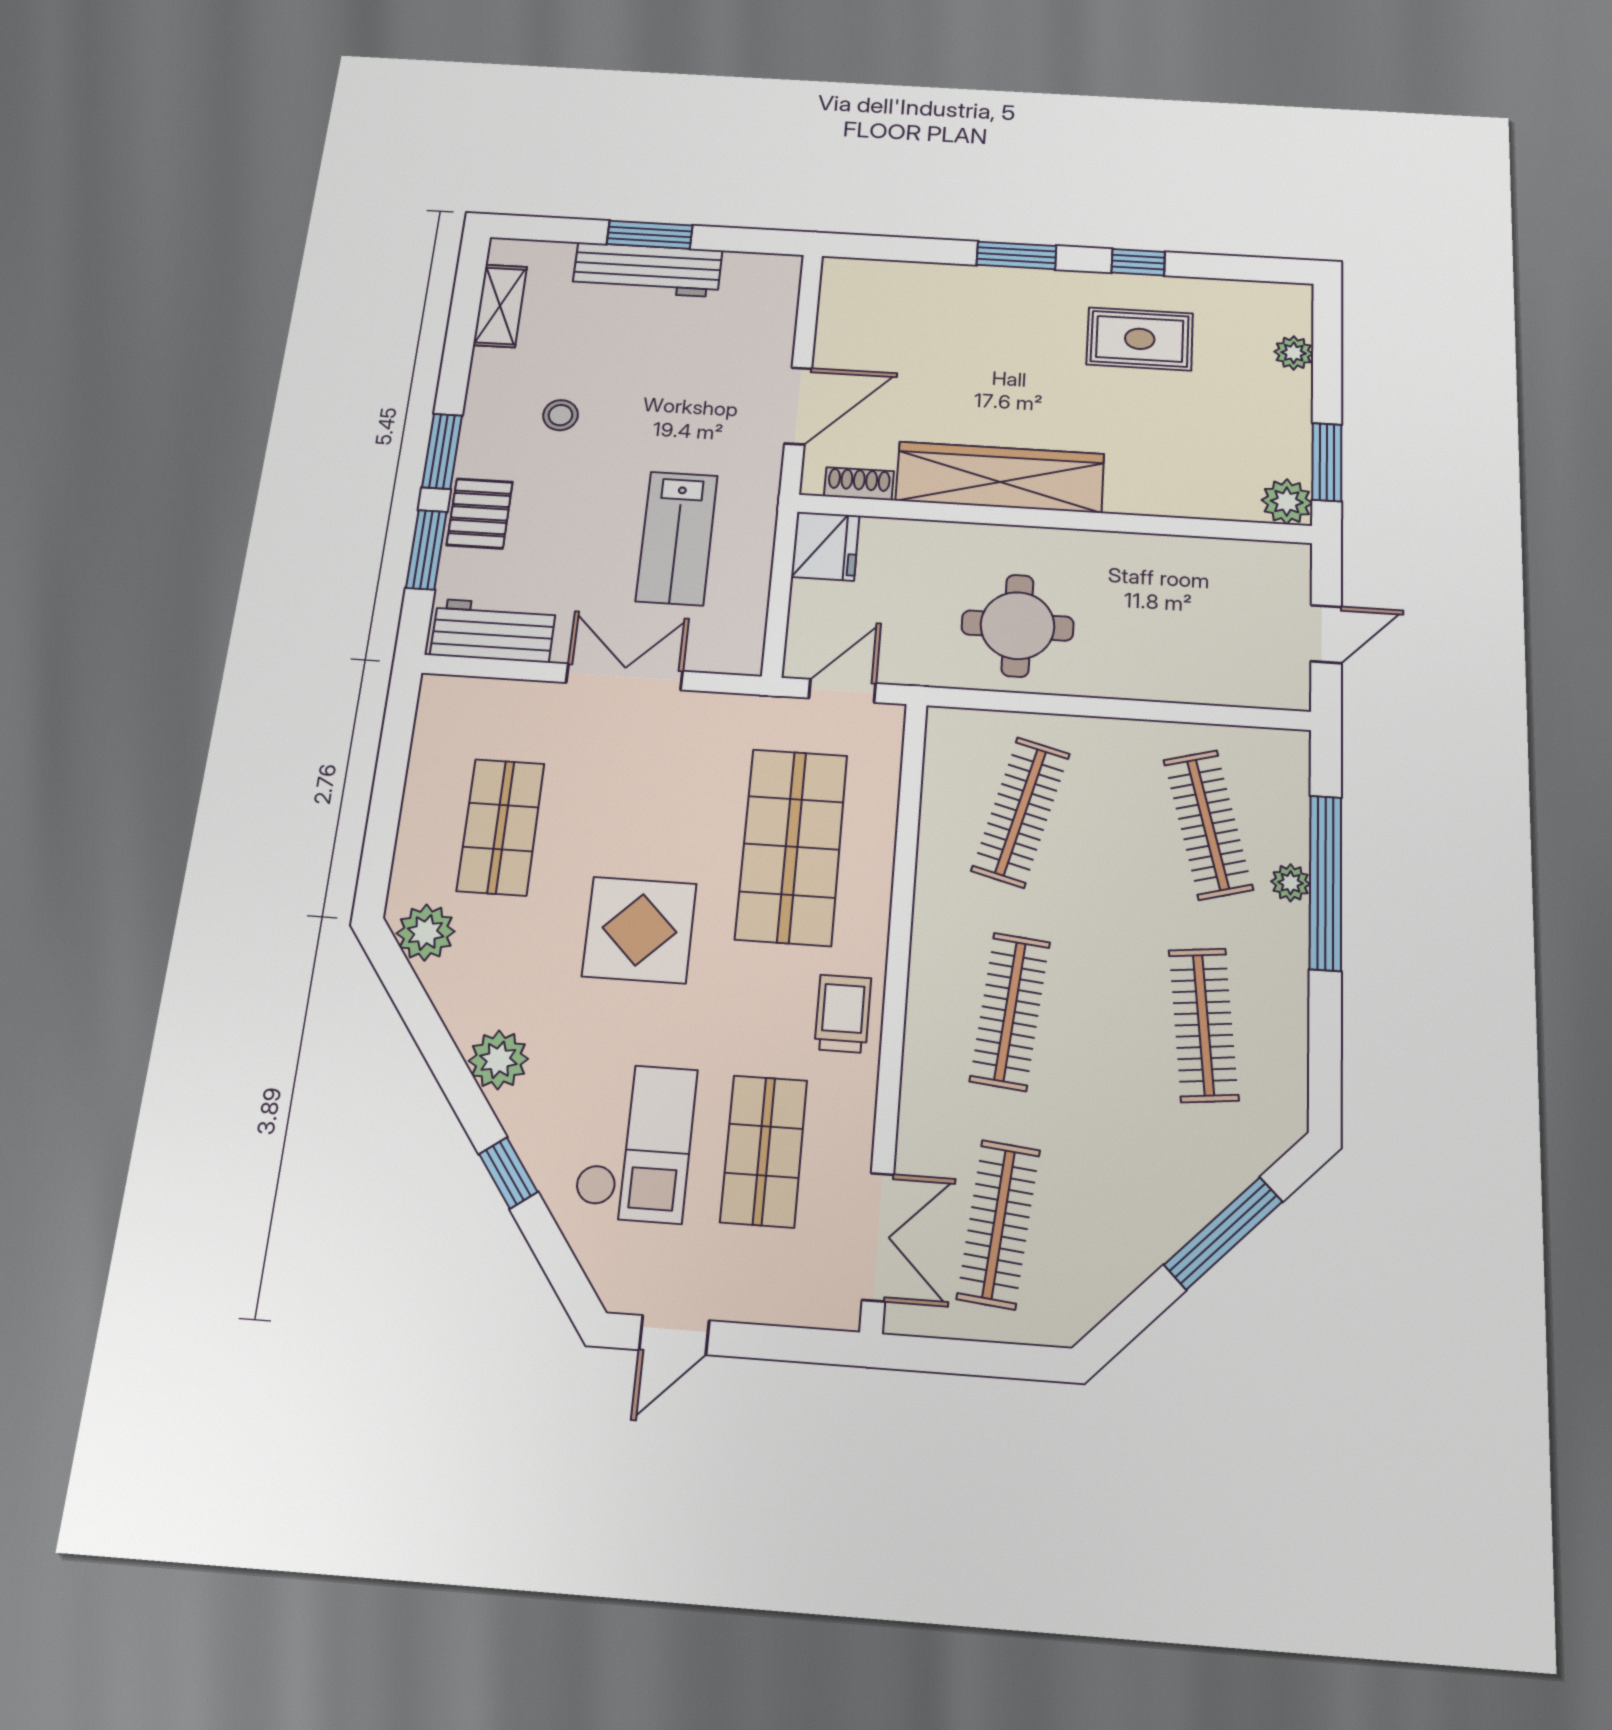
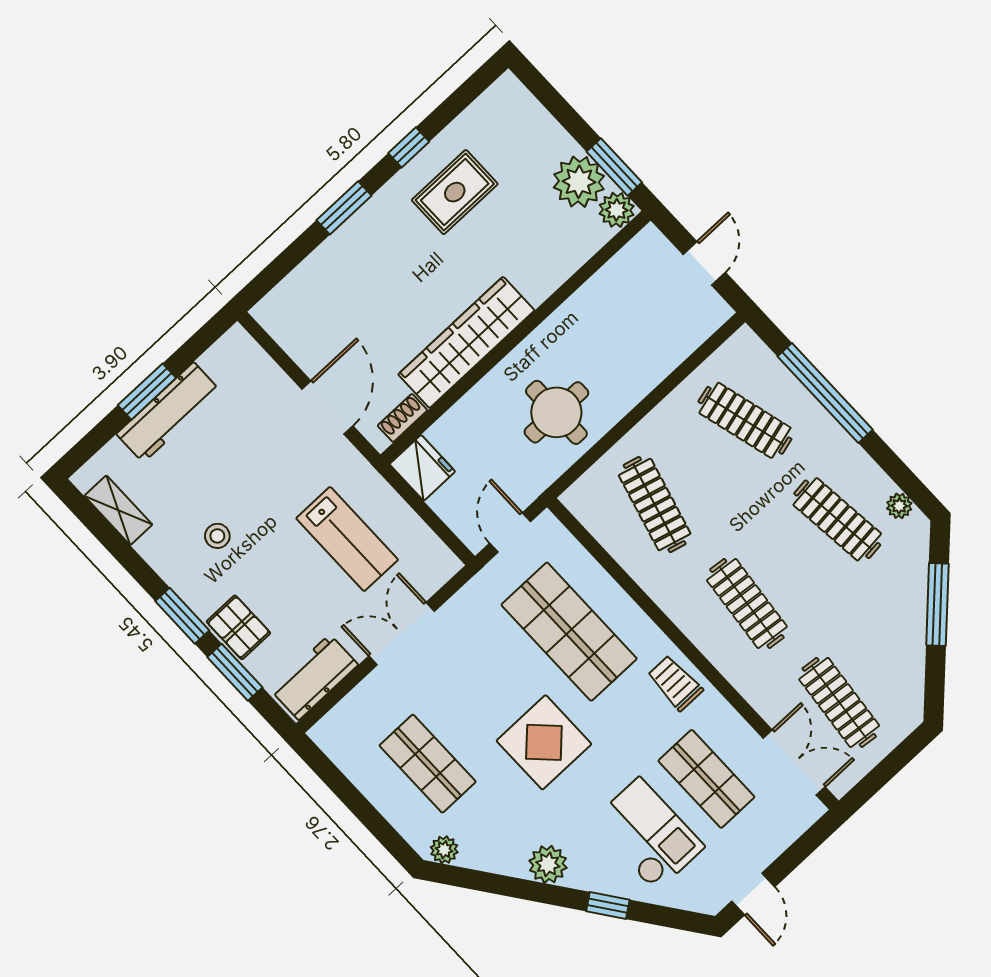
plant: (1294, 353) -> (579, 182), moved, width x1.87, depth x1.87
plant: (1291, 883) -> (899, 506), moved
plant: (426, 932) -> (444, 850), width x0.73, depth x0.73

